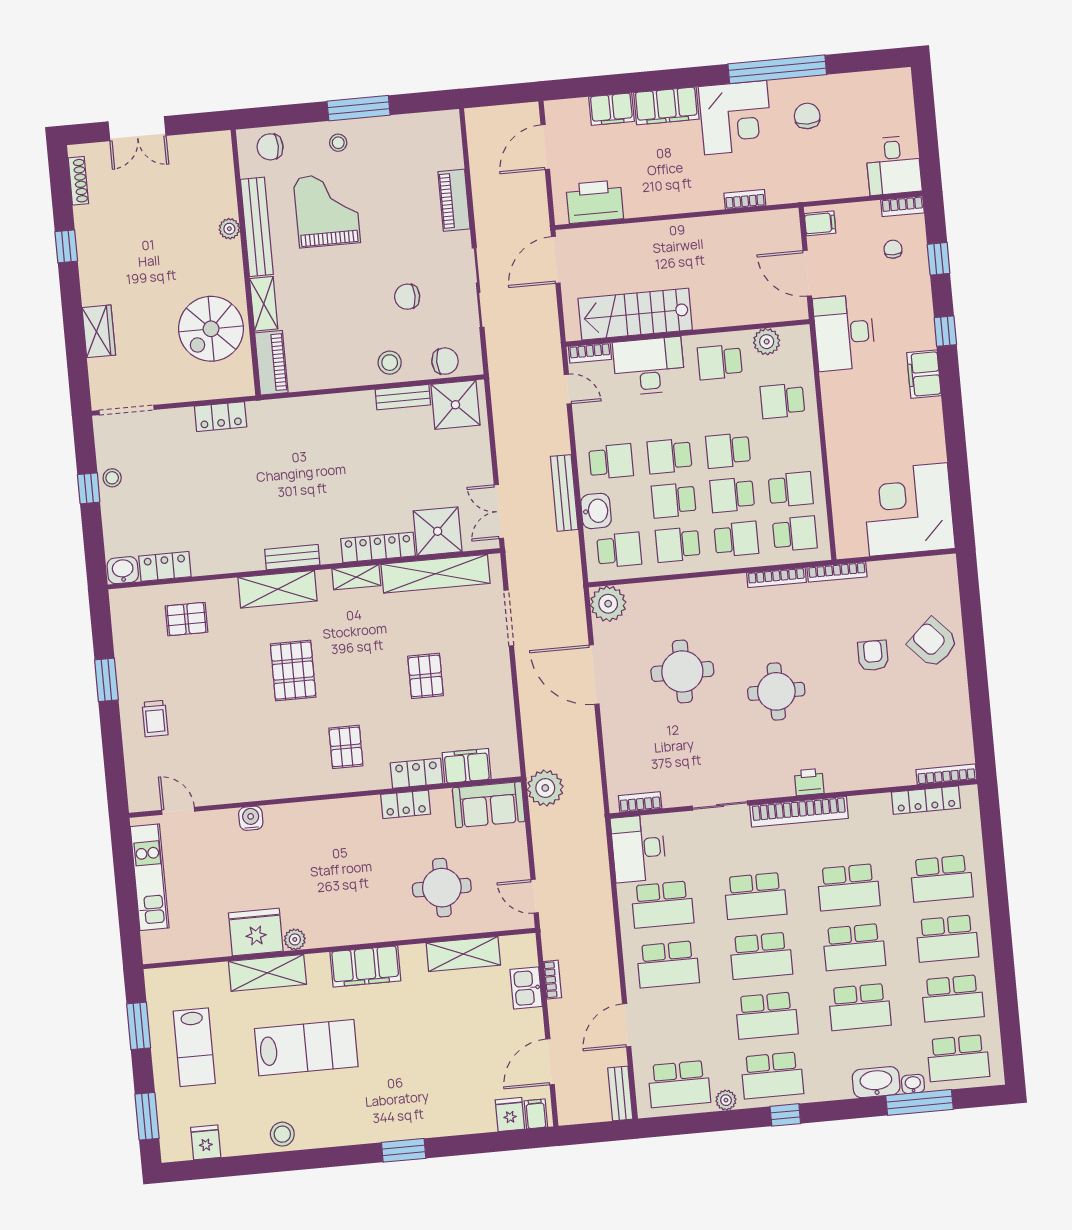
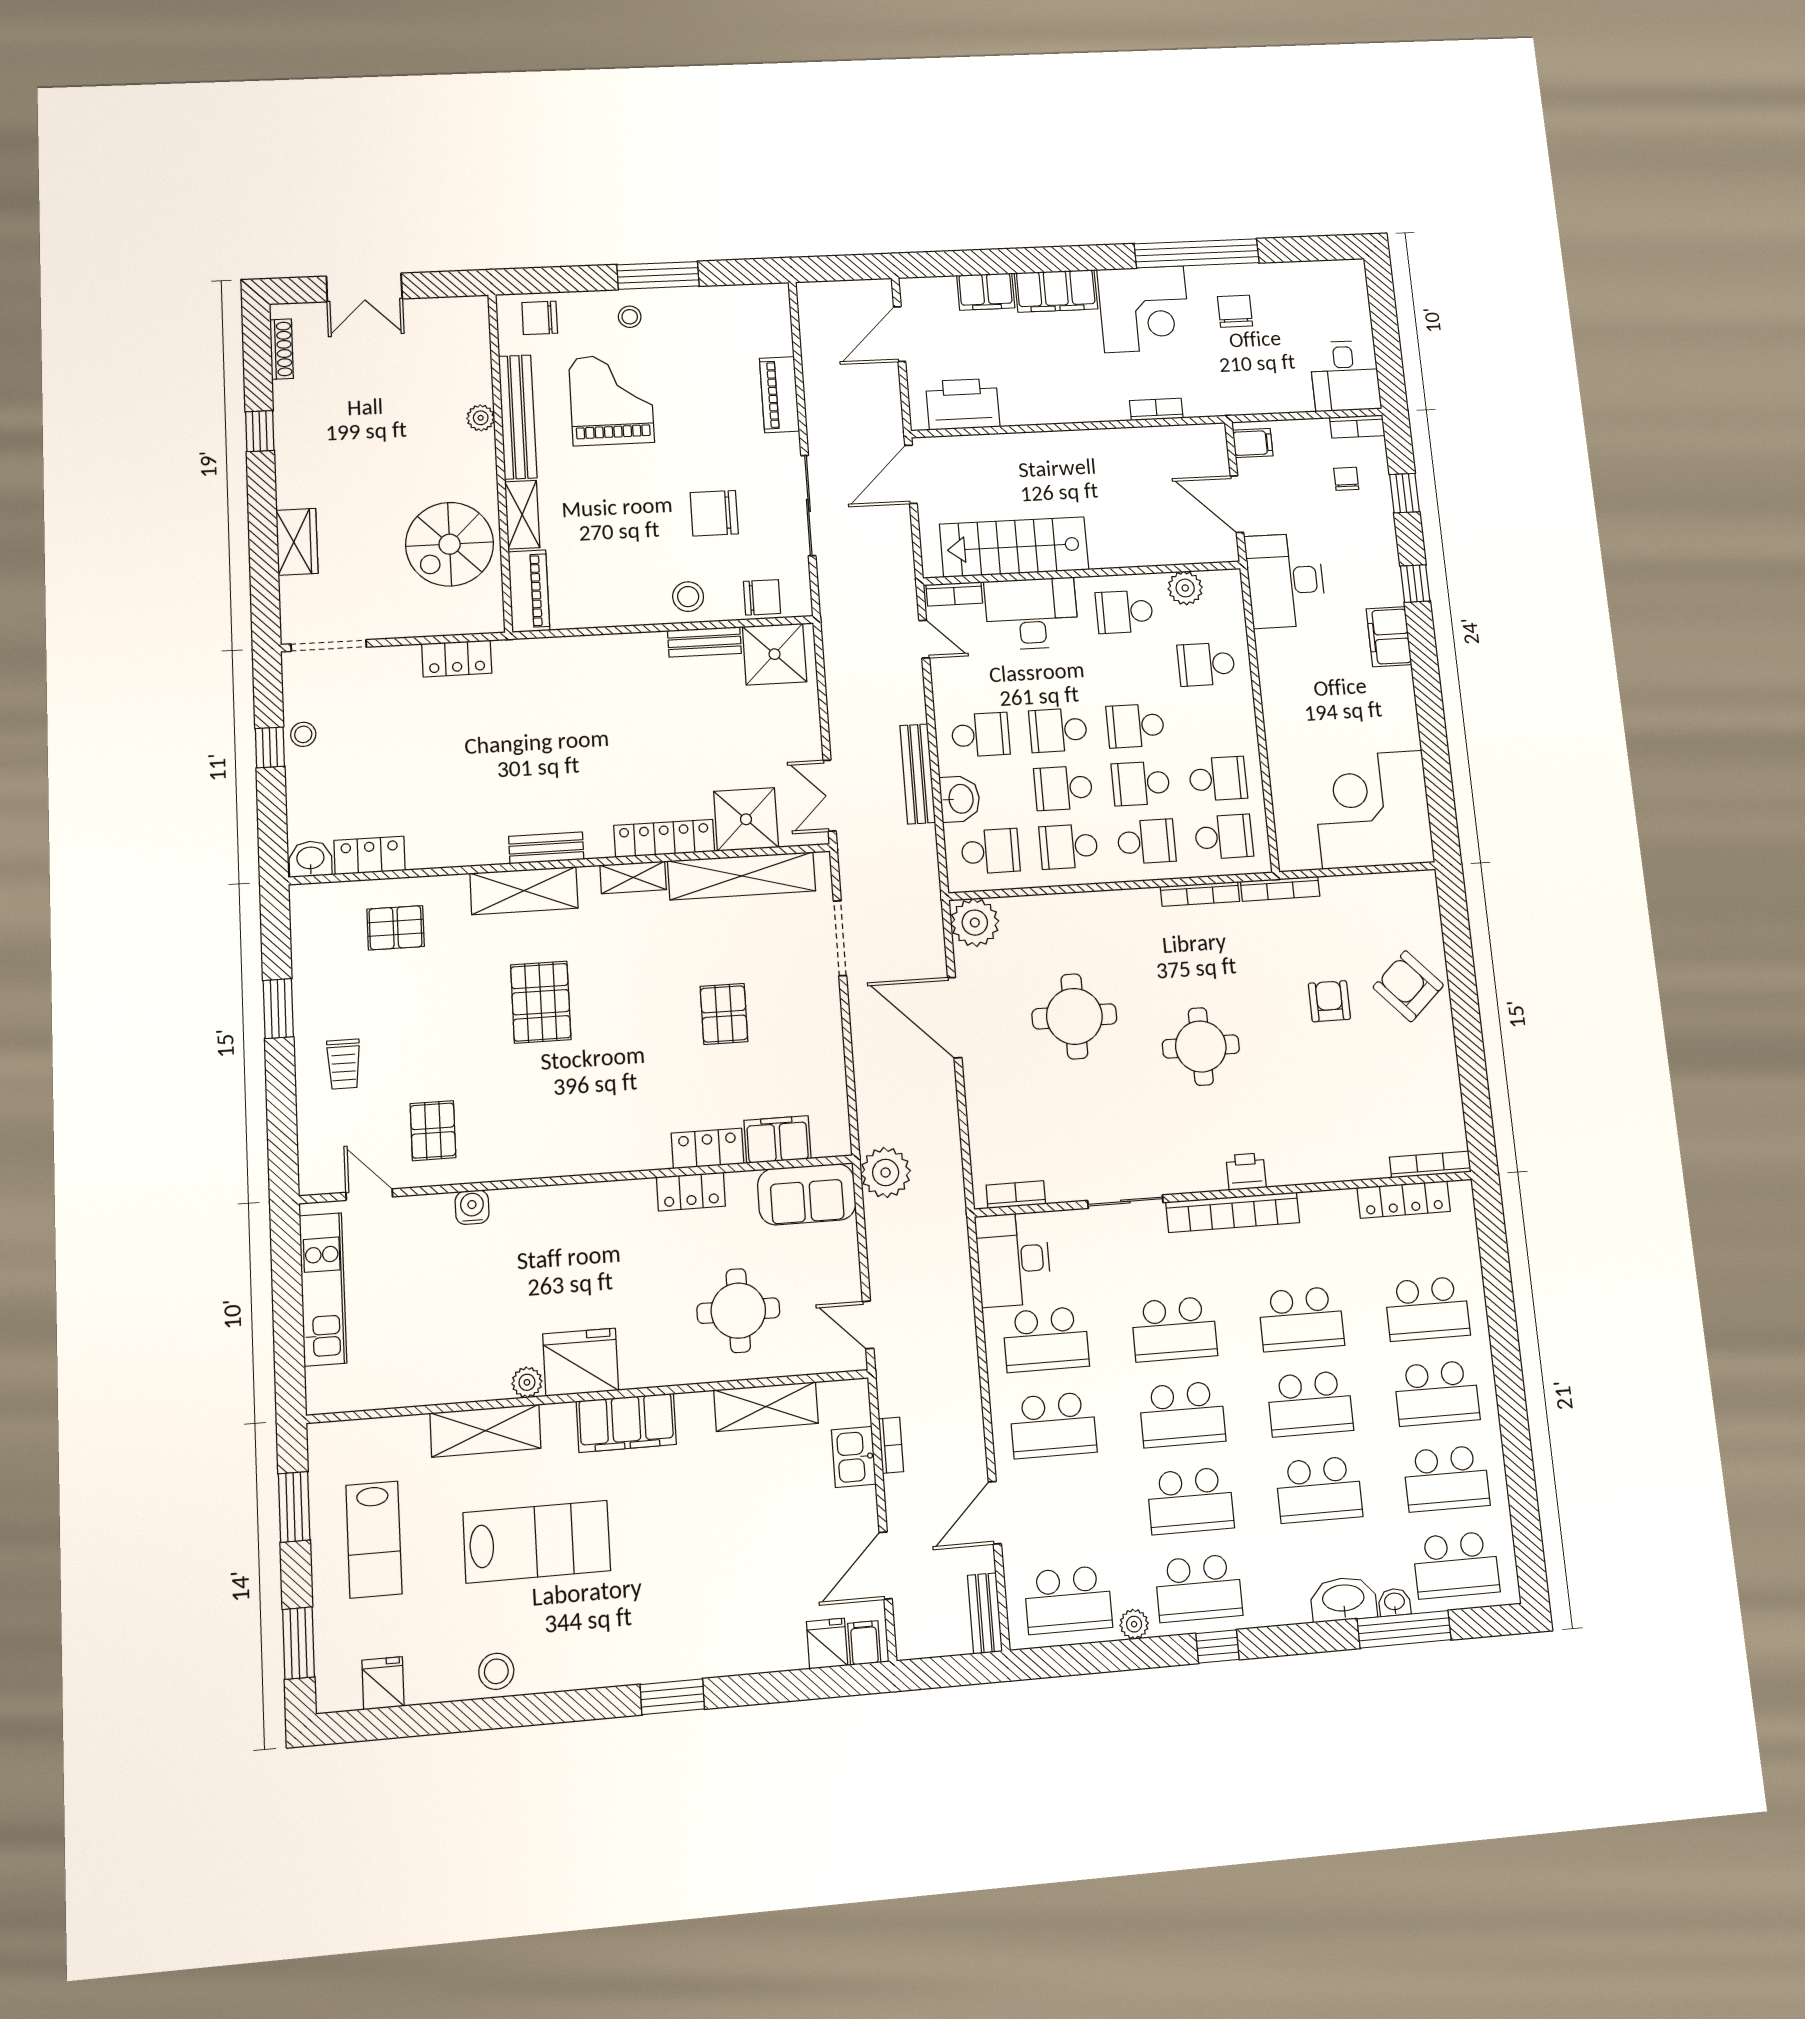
chair: (407, 297) -> (714, 513), width x1.37, depth x1.37
pallet: (346, 747) -> (433, 1131), moved
fridge: (256, 932) -> (581, 1362), moved

